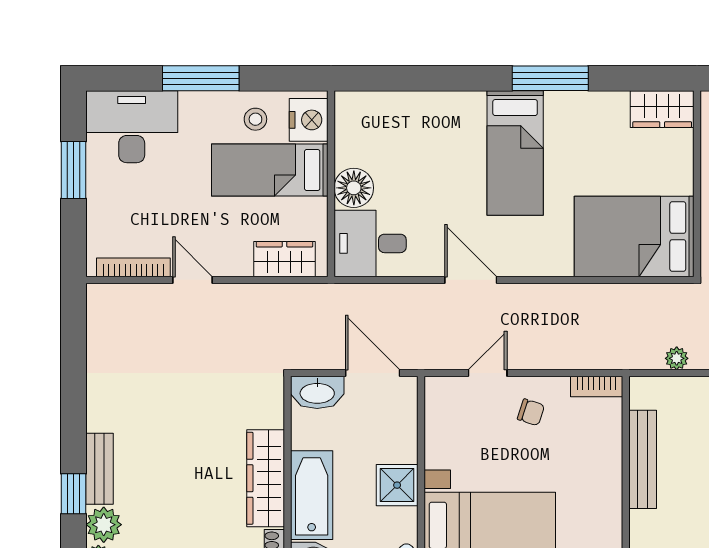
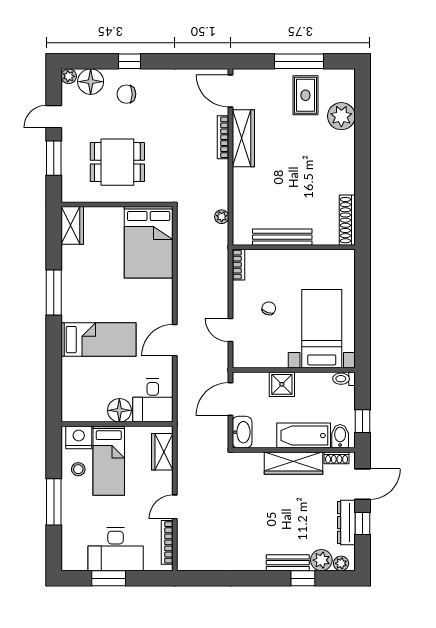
desk: (132, 127) -> (116, 549), moved, turned -90
bed: (515, 153) -> (99, 340), moved
chair: (531, 412) -> (269, 308), moved
shower: (397, 485) -> (282, 384), moved

